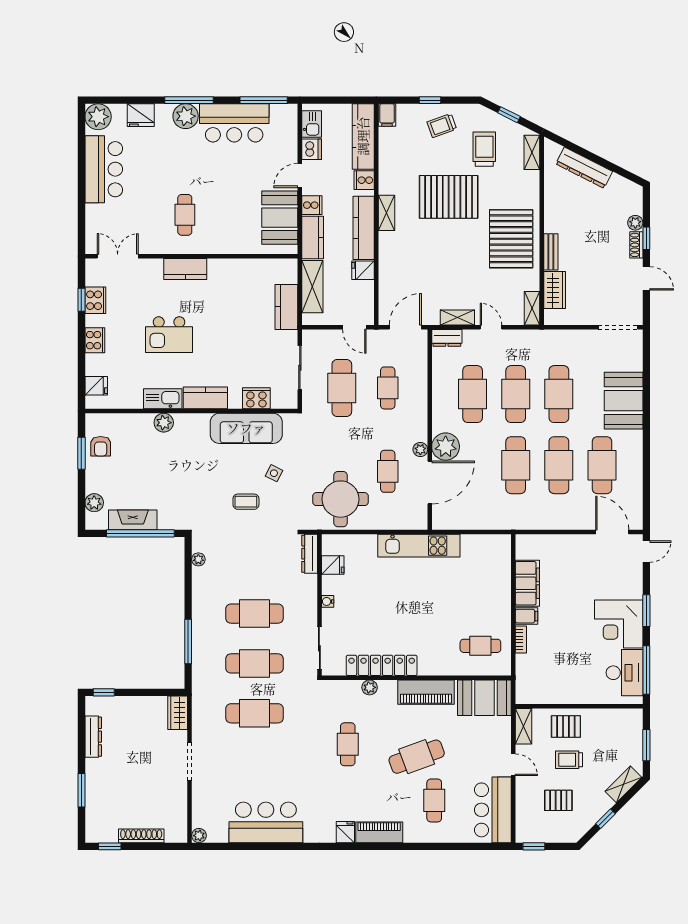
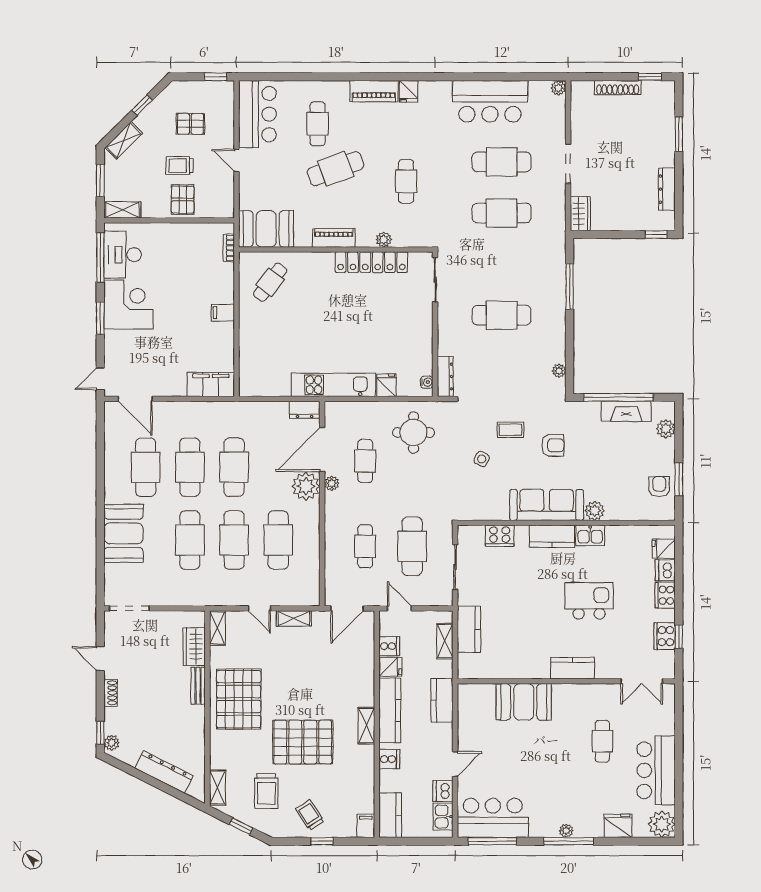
plant: (186, 116) -> (566, 831), width x0.53, depth x0.53
bar counter: (234, 123) -> (493, 818), moved
trolley: (442, 126) -> (310, 815), turned -104
kitchen counter: (363, 136) -> (390, 815), width x0.67
cooker: (312, 205) -> (389, 646), moved, turned 180
cafe table: (185, 215) -> (602, 741), moved
booth: (280, 218) -> (524, 702), moved, turned 90
plant: (635, 223) -> (112, 743), moved
window: (646, 238) -> (100, 733), moved
shelving: (312, 287) -> (445, 641), width x0.67, depth x0.75
dresser: (447, 338) -> (305, 410), moved, turned 180
dishwasher: (95, 365) -> (665, 570), added
kitchen sink: (163, 399) -> (590, 535), width x0.73
sofa: (246, 428) -> (547, 505), moved
armchair: (205, 486) -> (553, 445), added
round table: (341, 499) -> (413, 432), width x0.73, depth x0.73
fridge: (333, 565) -> (386, 385), moved, turned 90
filing cabinet: (527, 583) -> (211, 384), moved, turned 90
water cooler: (328, 601) -> (427, 382), moved
bookcase: (521, 639) -> (229, 248), moved
cafe table: (480, 646) -> (270, 282), turned -53
cafe table: (254, 663) -> (502, 162), moved
piano: (426, 692) -> (334, 238), width x0.73, depth x0.75
shelving: (523, 726) -> (122, 210), moved, turned 90
pallet: (566, 726) -> (183, 200), turned 90
trolley: (569, 760) -> (180, 165), turned 180

